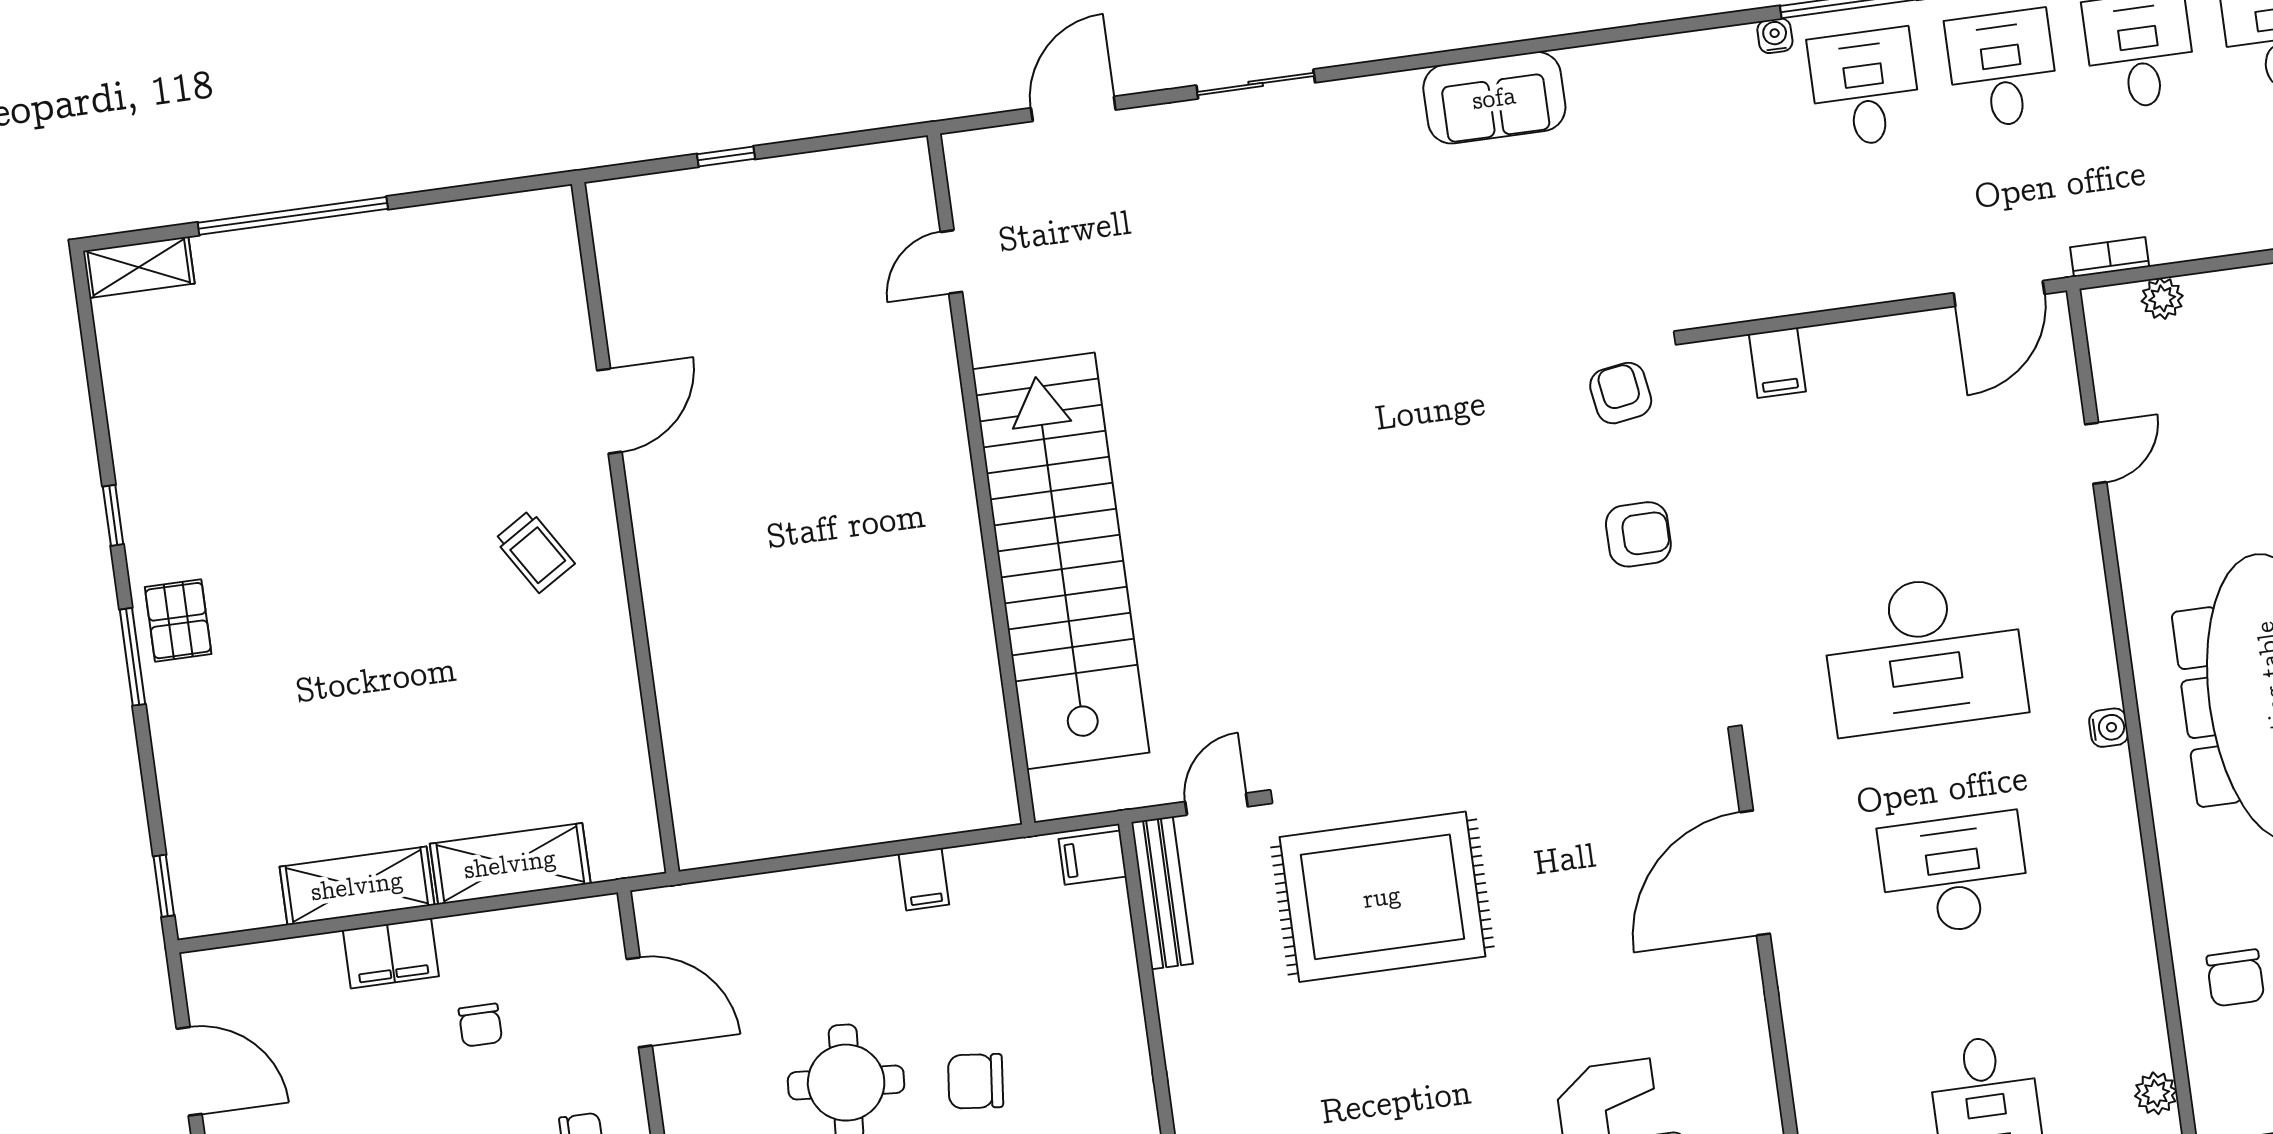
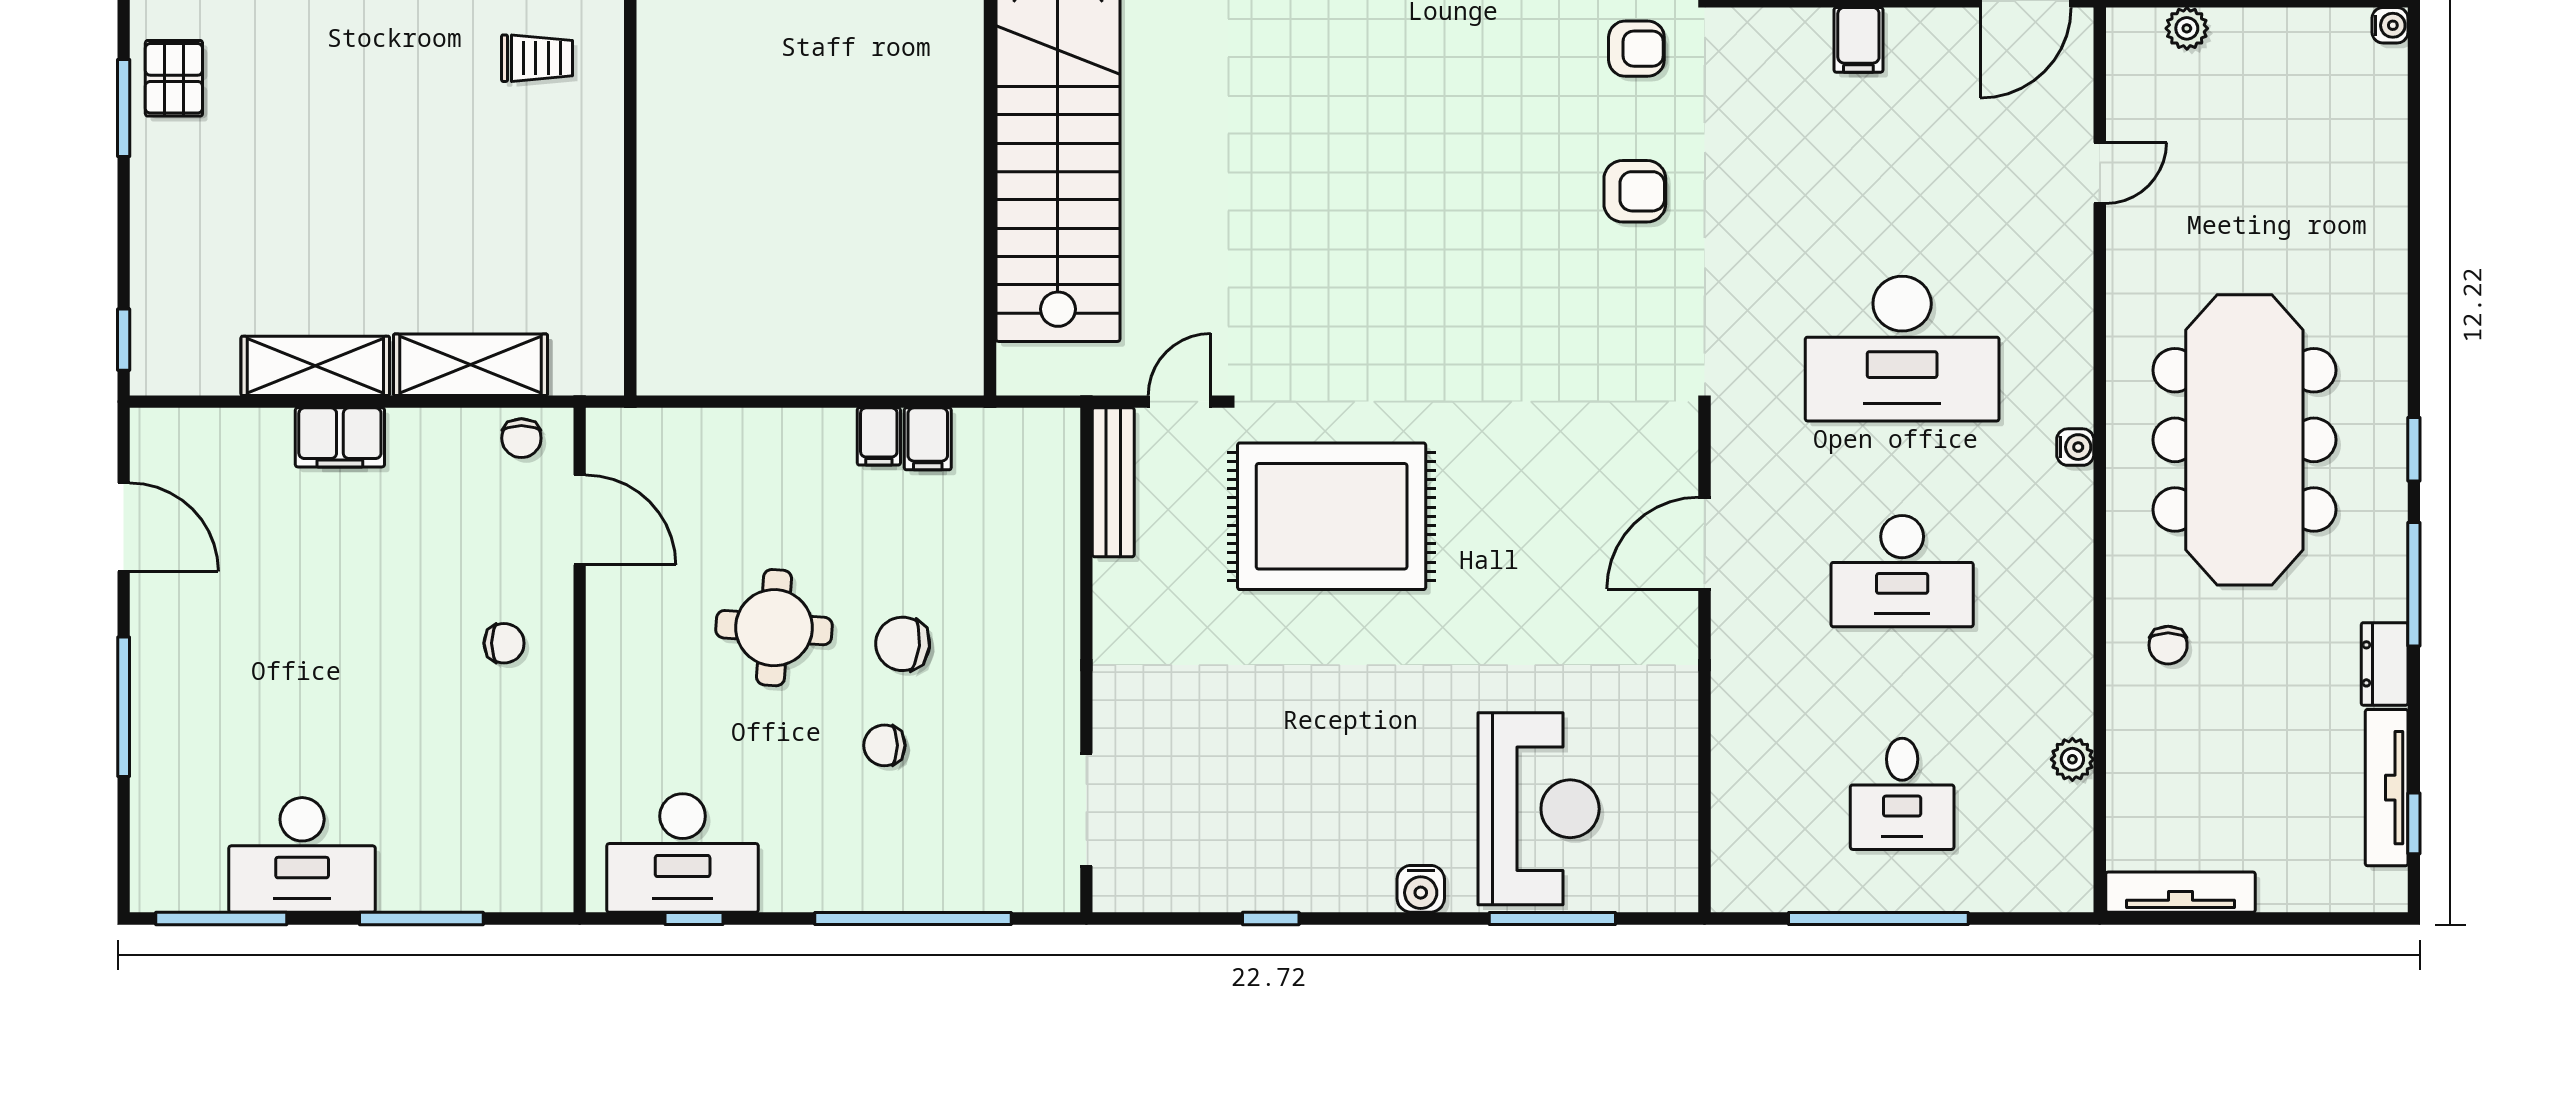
filing cabinet: (1777, 363) -> (1858, 40), moved
armchair: (1621, 393) -> (1636, 49), turned 99
trolley: (535, 551) -> (537, 58), turned -58
filing cabinet: (1092, 858) -> (928, 439), moved, turned -90
door: (1755, 873) -> (1705, 543), width x0.73
desk: (1954, 874) -> (1902, 571), turned 180
chair: (2235, 978) -> (2168, 645), moved, width x0.73, depth x0.73
chair: (480, 1025) -> (521, 438), moved
plant: (2156, 1093) -> (2072, 759), moved

